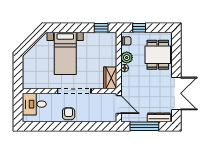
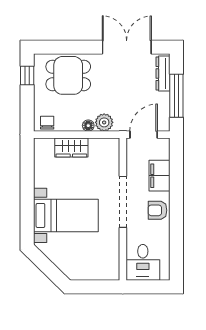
window: (101, 28) -> (27, 161), removed
window: (139, 28) -> (27, 75), moved
plant: (127, 58) -> (104, 122), moved
wardrobe: (110, 78) -> (71, 147), moved
filing cabinet: (91, 115) -> (159, 176), added

